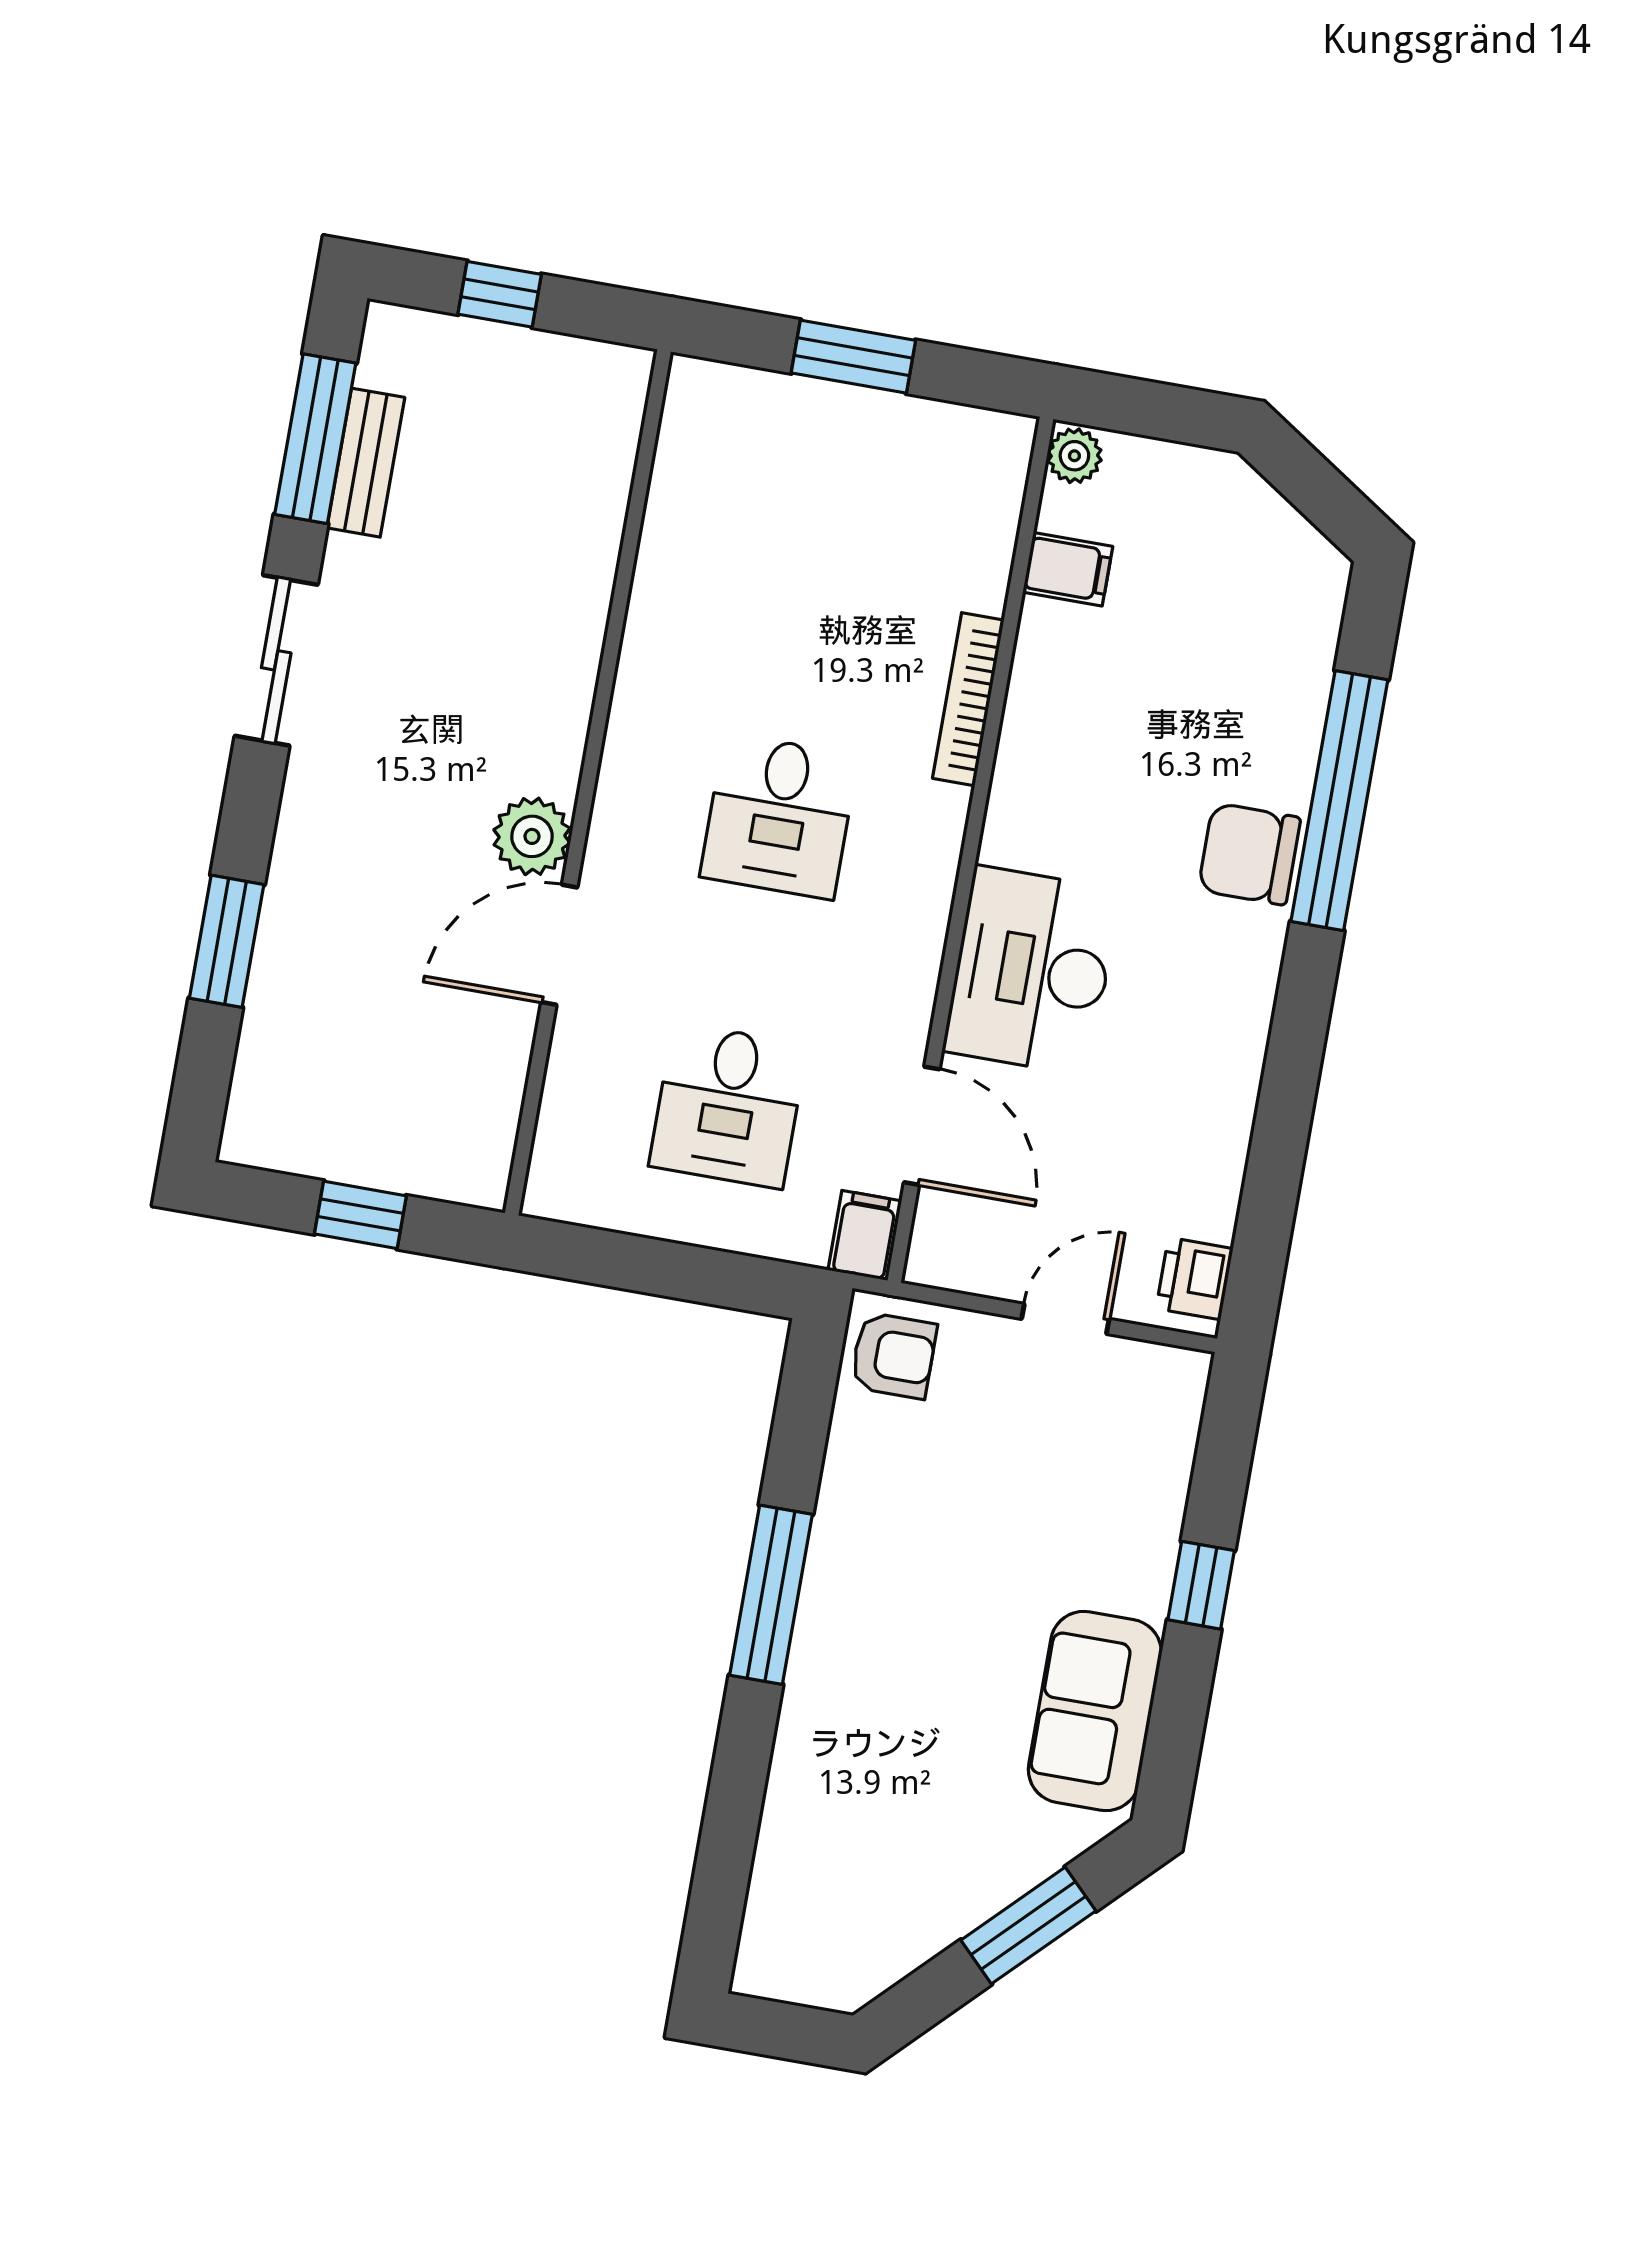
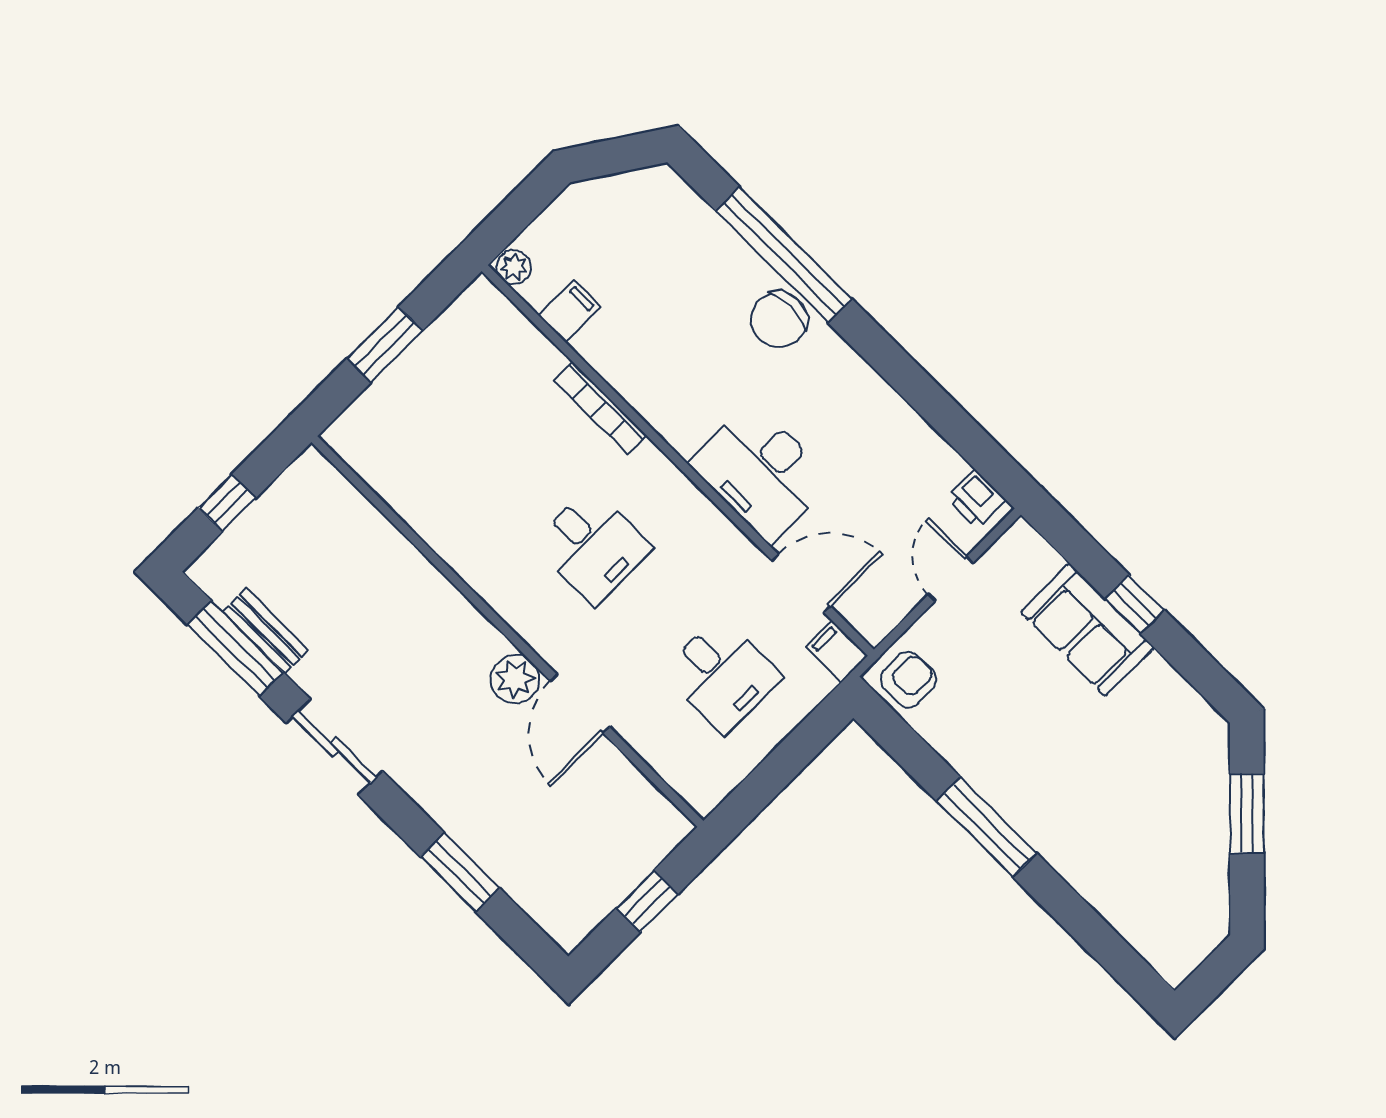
sofa: (1095, 1711) -> (1087, 630), moved

